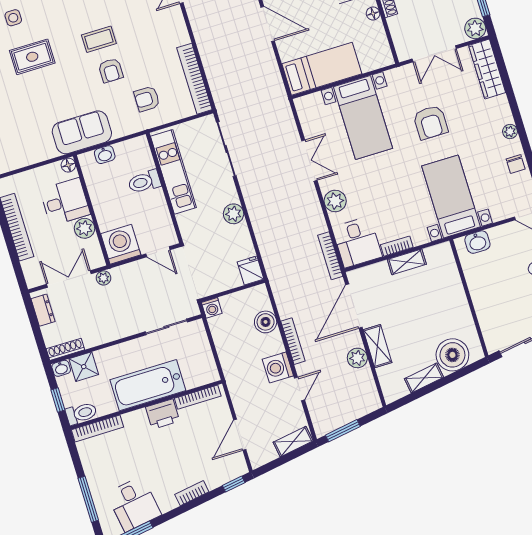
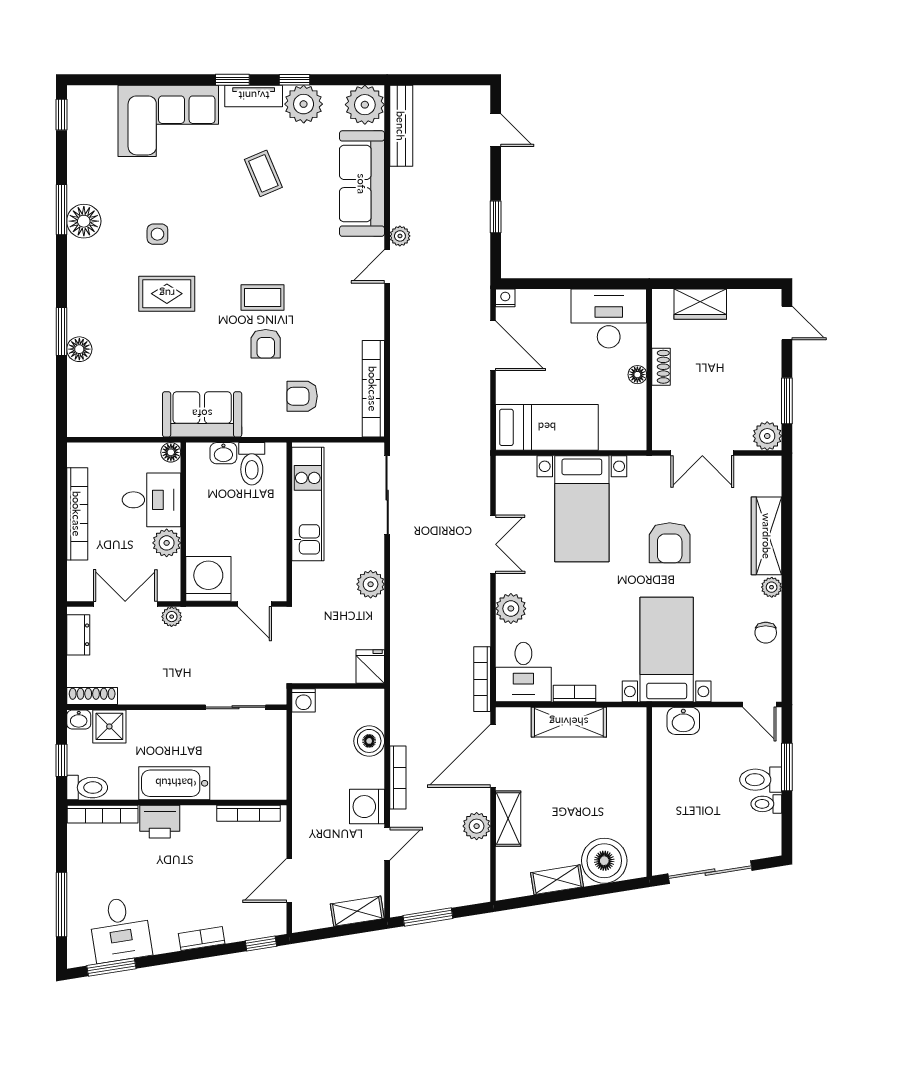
wardrobe: (487, 69) -> (767, 536), moved
toilet: (144, 182) -> (252, 464), moved, turned -90
shelving: (407, 262) -> (569, 722), width x1.50, depth x1.33
bathtub: (148, 385) -> (174, 783), width x0.73, depth x0.73
printer: (163, 414) -> (160, 822), moved

